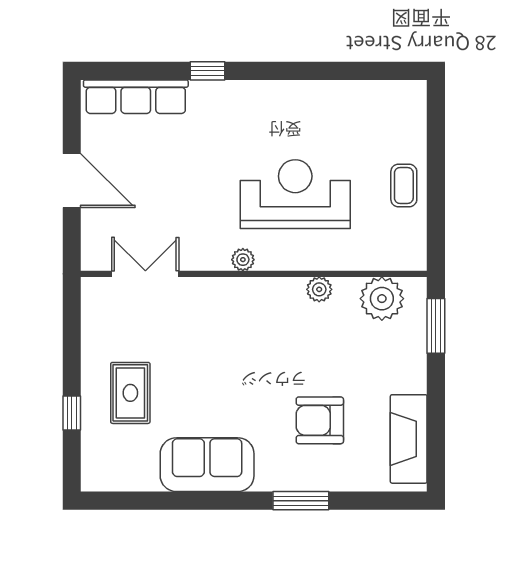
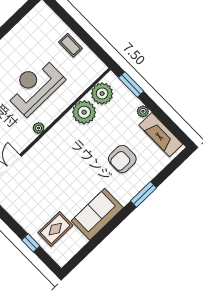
plant: (319, 289) -> (84, 112), width x1.88, depth x1.88
plant: (416, 381) -> (143, 111), added
rug: (130, 393) -> (55, 229), moved, turned 90

